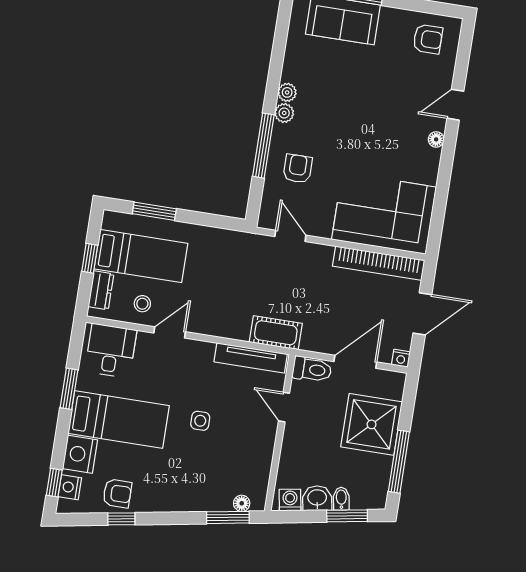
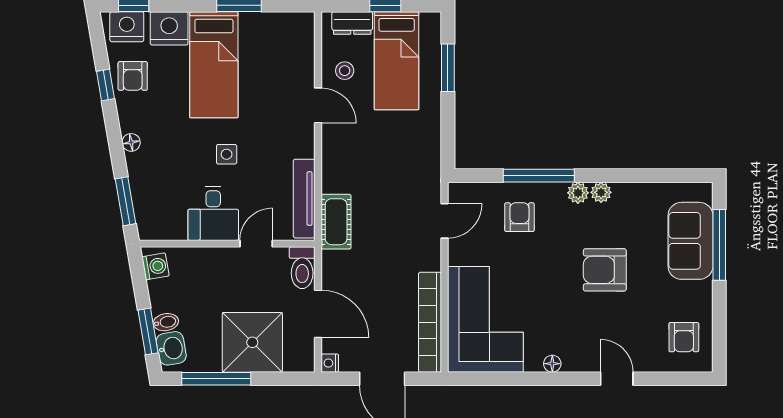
armchair: (357, 100) -> (605, 270), added
floor lamp: (436, 139) -> (552, 364), moved
armchair: (298, 169) -> (519, 217), turned -90
desk: (111, 351) -> (213, 213), moved, turned 90
nightstand: (70, 487) -> (127, 27), width x1.36, depth x1.33
washbasin: (317, 498) -> (171, 348), moved
floor lamp: (242, 503) -> (131, 142), moved

